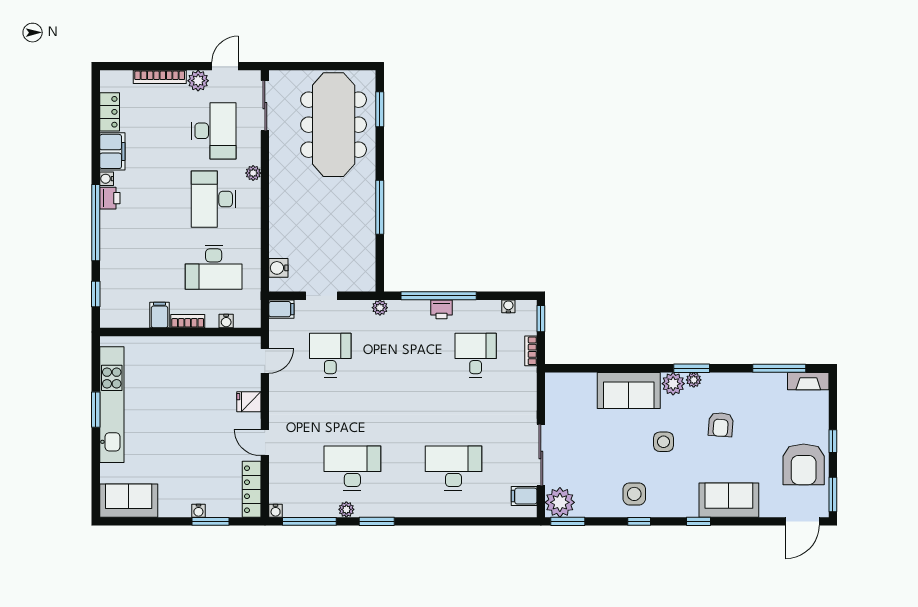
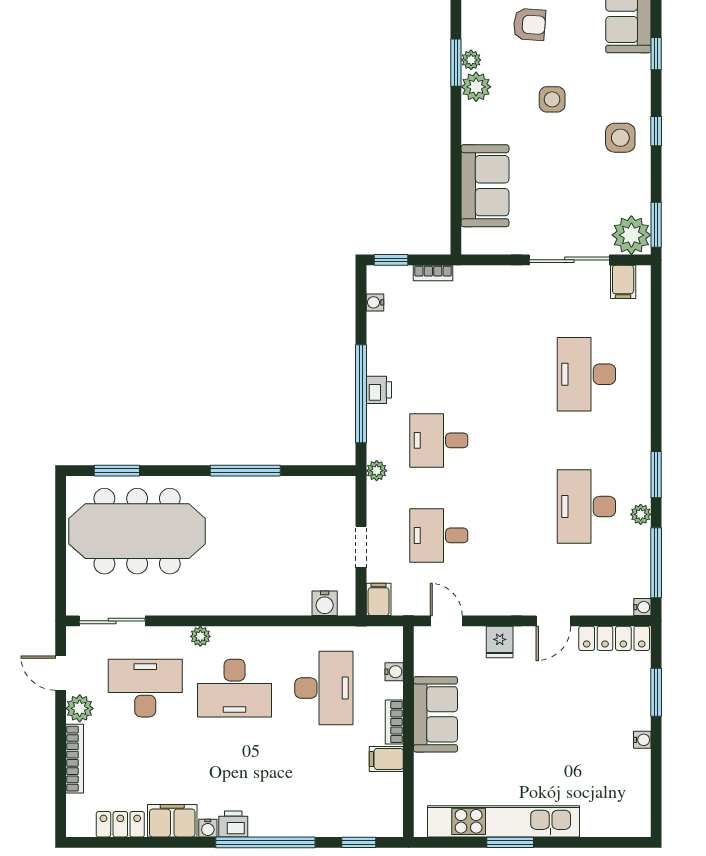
desk: (476, 355) -> (439, 440), moved
sofa: (629, 390) -> (485, 186), moved
sofa: (129, 501) -> (436, 714), moved, turned 180
water cooler: (198, 511) -> (642, 740), moved

